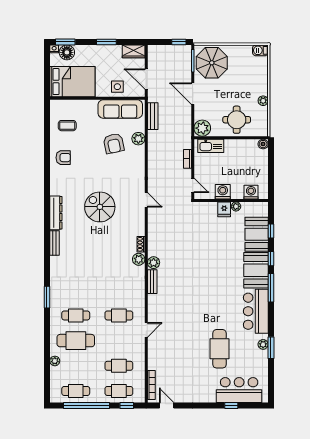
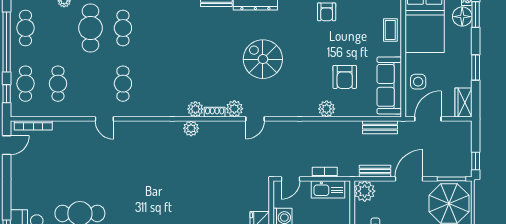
coffee table: (67, 126) -> (390, 30), moved
plant: (138, 139) -> (327, 109), moved
armchair: (114, 144) -> (345, 77), turned -78
kitchen sink: (211, 146) -> (328, 189), moved, turned -90
door: (146, 200) -> (255, 119), moved
spiral stairs: (100, 207) -> (263, 59), turned -90
plant: (138, 229) -> (234, 109), added
bench: (152, 282) -> (375, 171), moved

